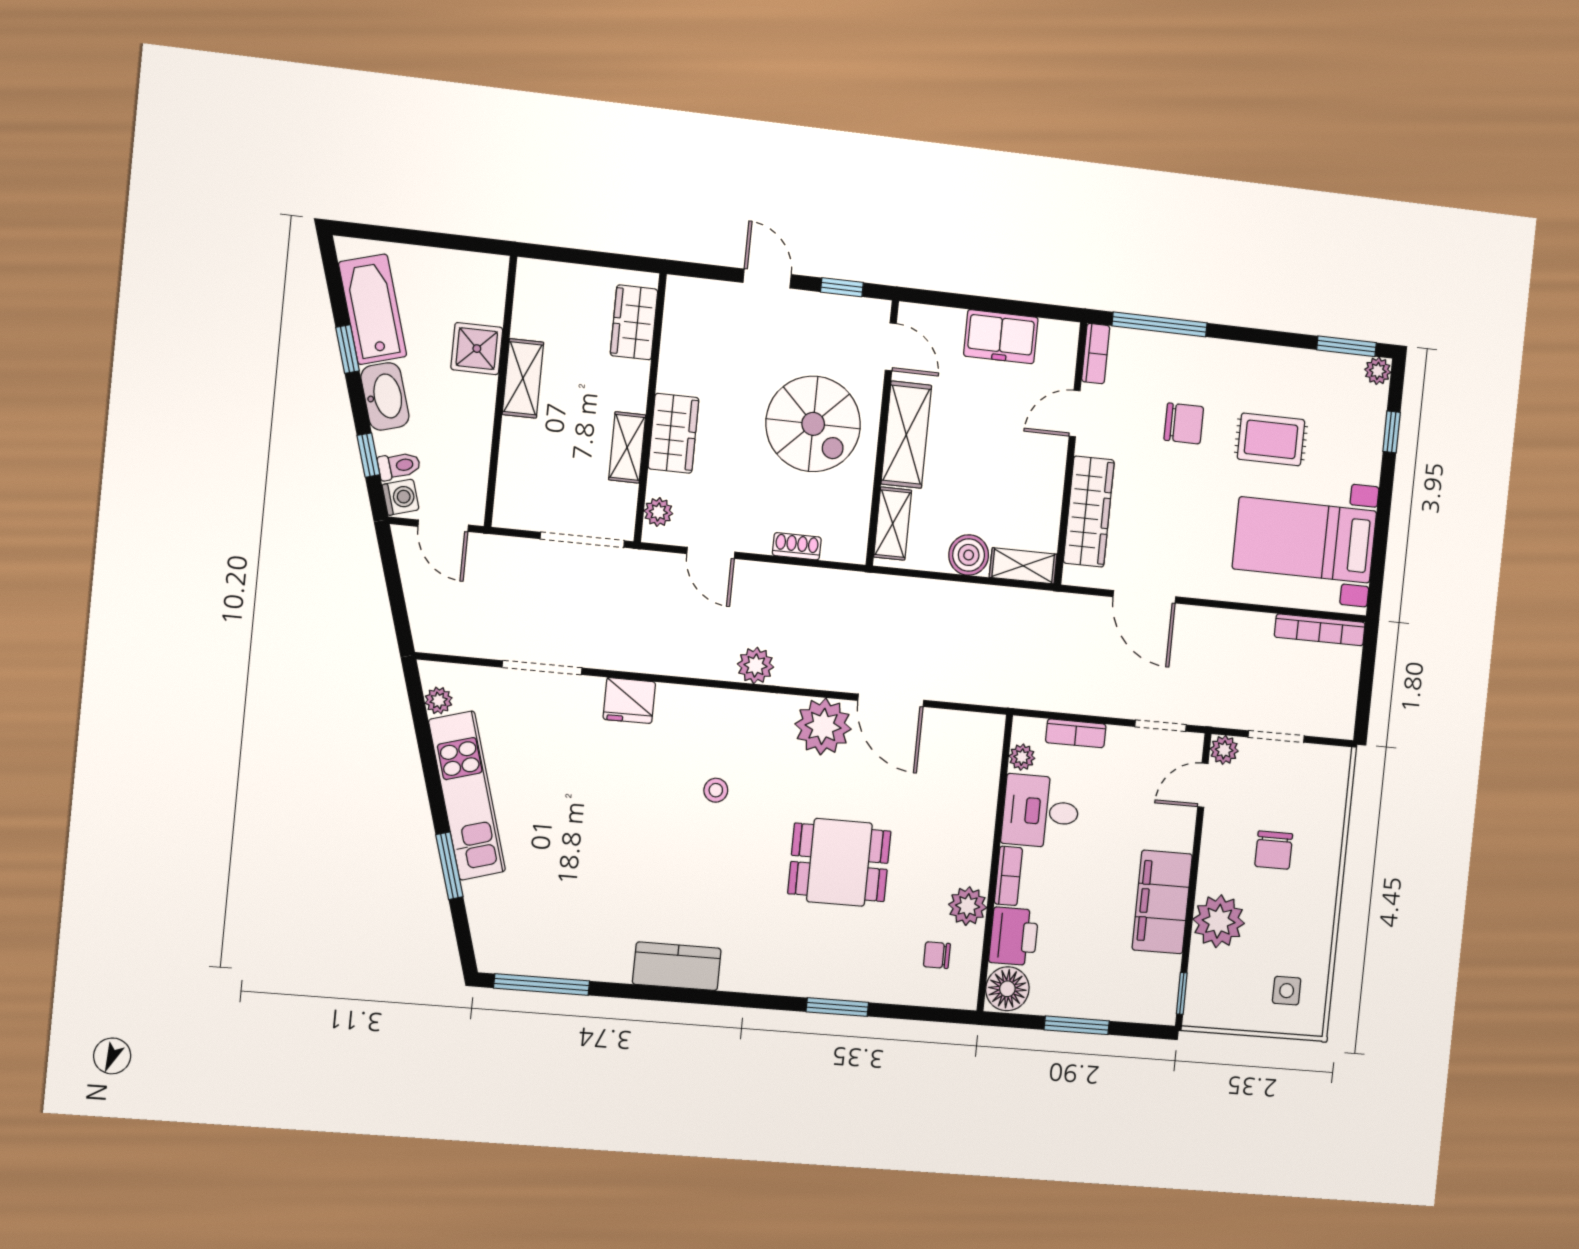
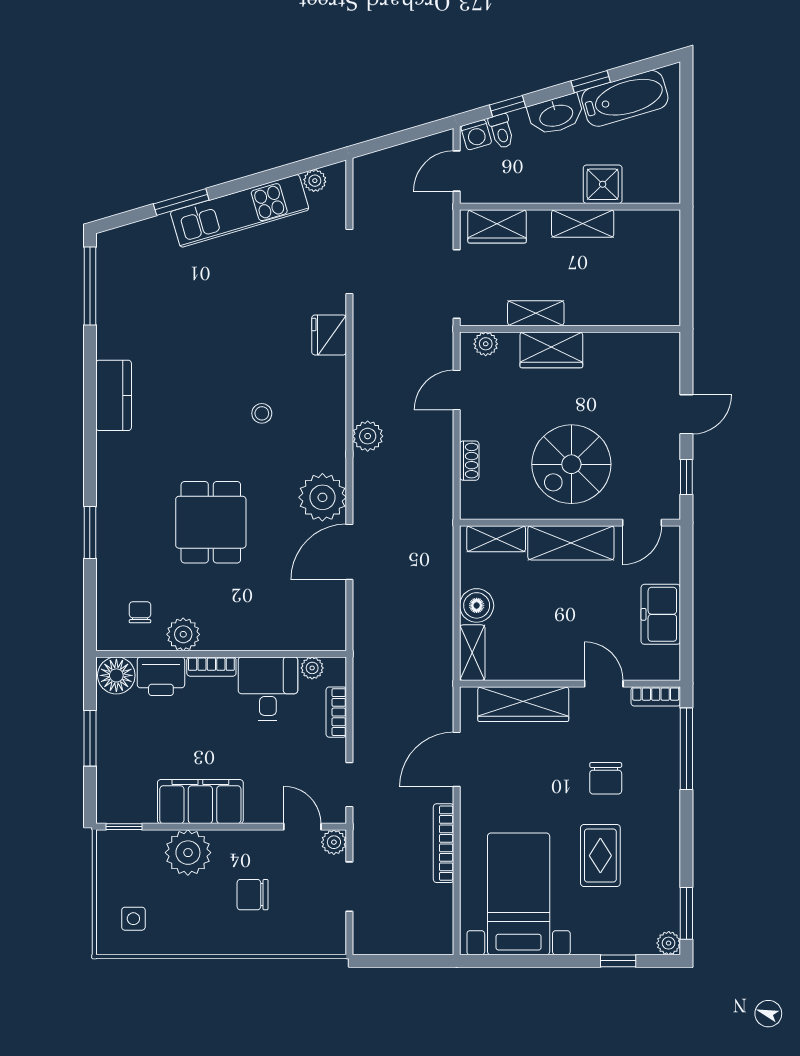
wardrobe: (634, 322) -> (497, 226), moved, turned 180
bookcase: (1320, 630) -> (444, 843), moved

